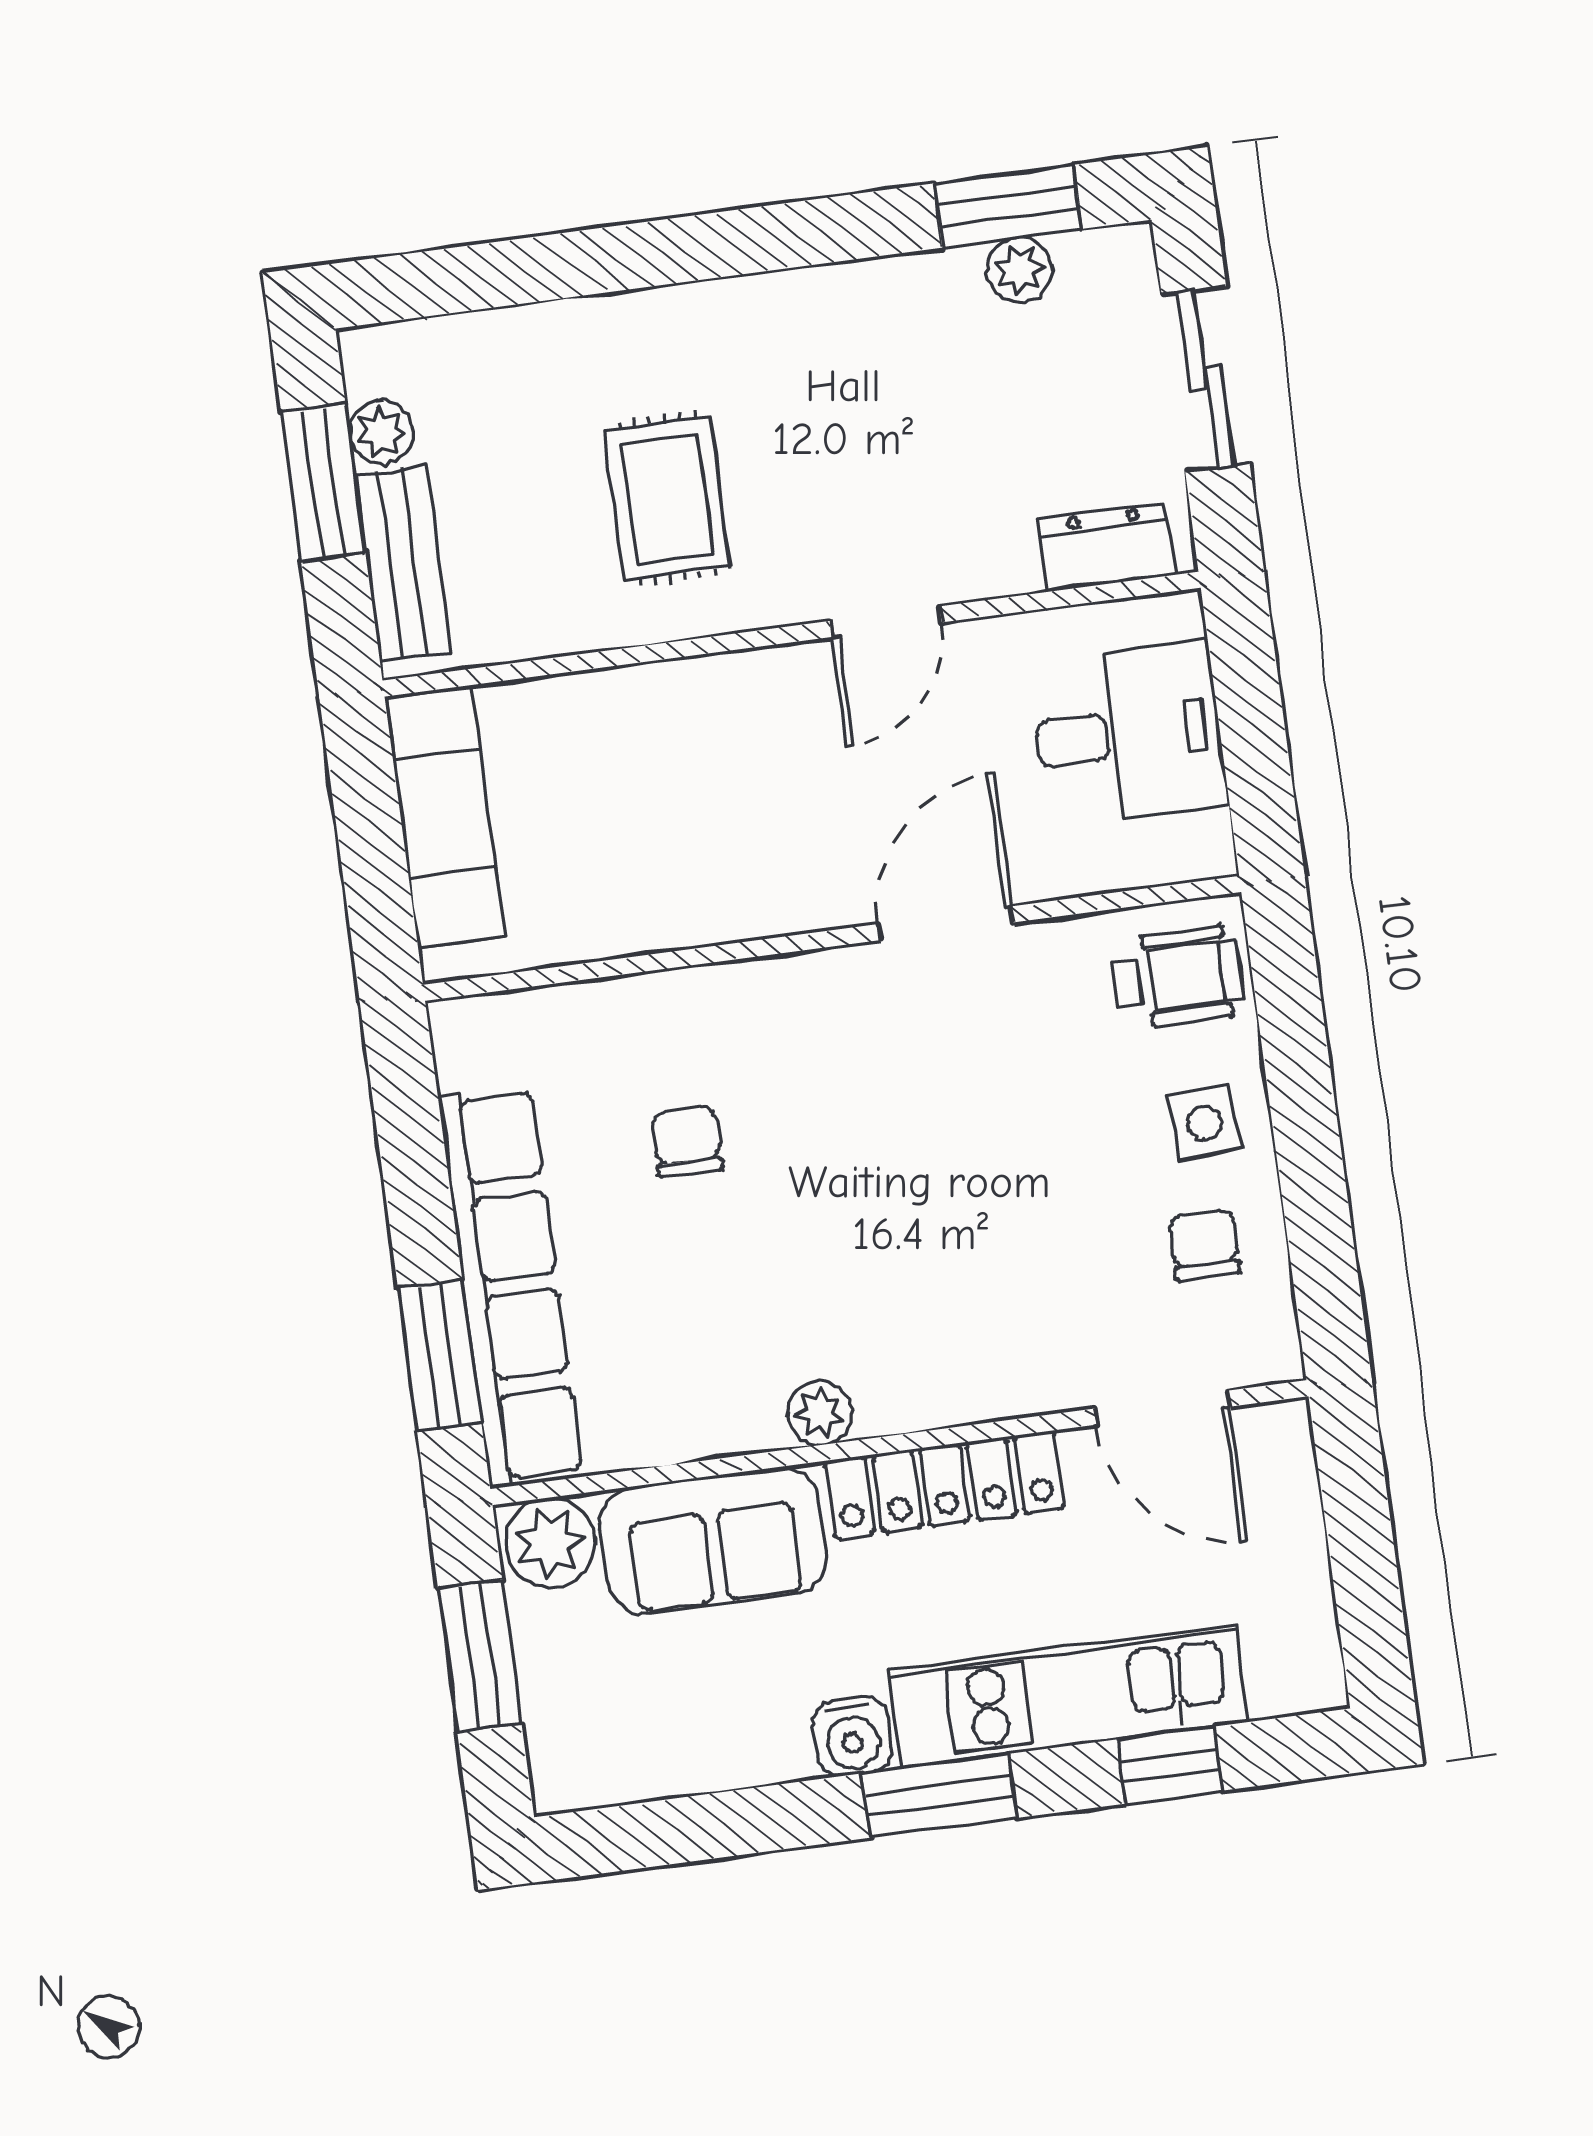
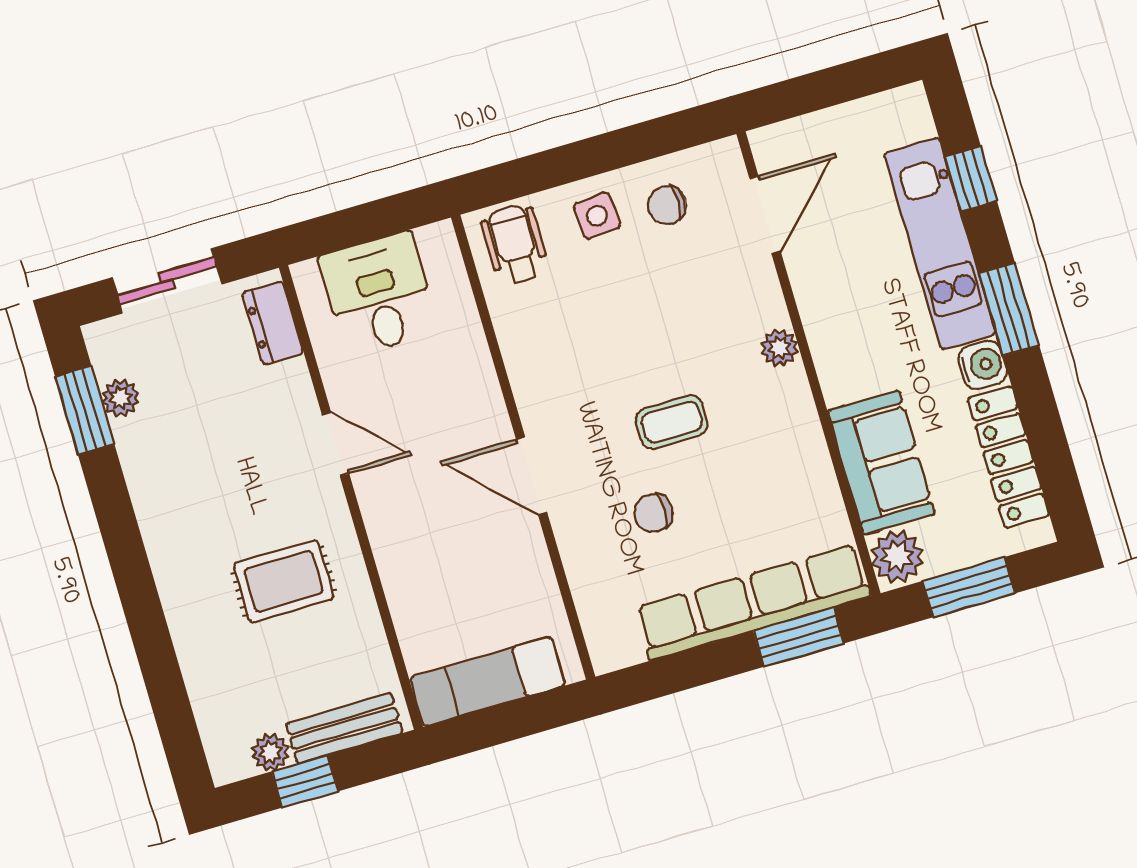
window: (323, 483) -> (305, 781), width x0.67
door: (946, 923) -> (532, 476), moved
coffee table: (836, 1196) -> (672, 422), added
plant: (820, 1413) -> (779, 348), moved
locker: (945, 1485) -> (1008, 457), moved, turned 180

